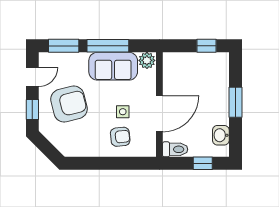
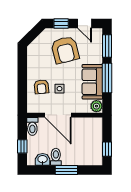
toilet: (217, 117) -> (56, 157), added

